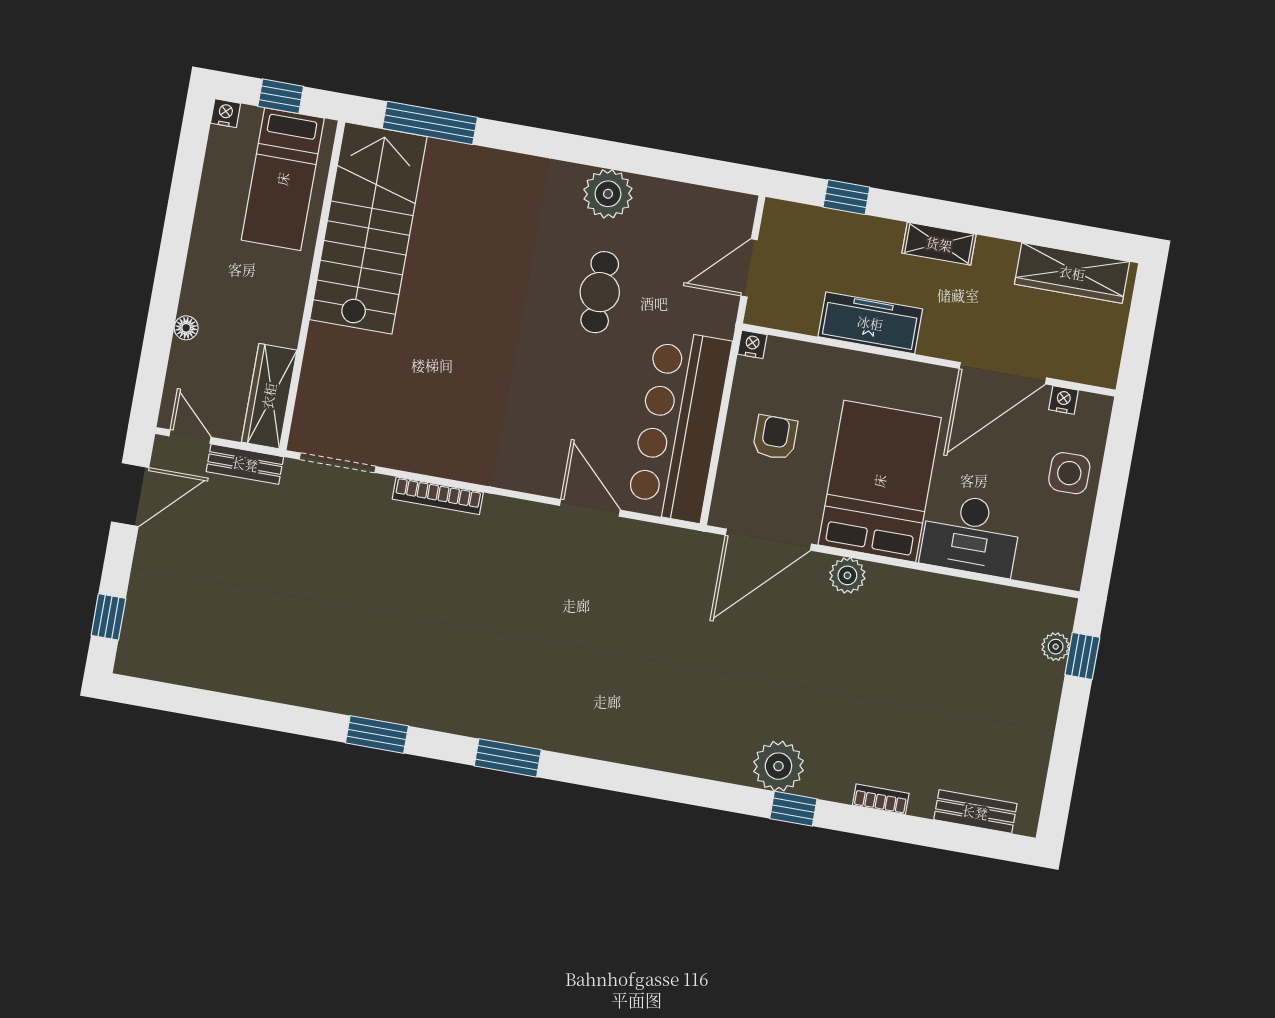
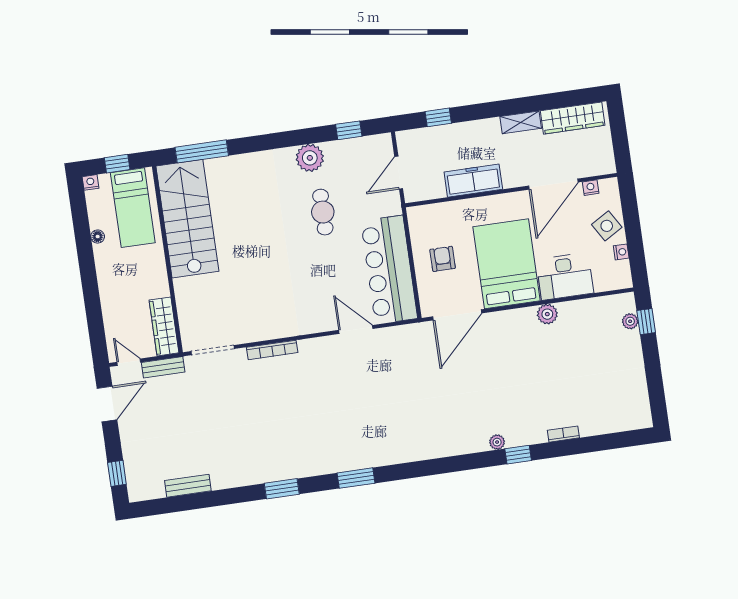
window: (689, 169) -> (349, 130), added
shelving: (939, 244) -> (521, 122), moved
floor lamp: (186, 328) -> (98, 237), moved
nightstand: (752, 344) -> (621, 252), moved, turned 90
side table: (1069, 473) -> (607, 226), turned -31
plant: (847, 575) -> (547, 314), moved
plant: (778, 766) -> (497, 442), width x0.53, depth x0.53
bench: (975, 812) -> (188, 486), moved

